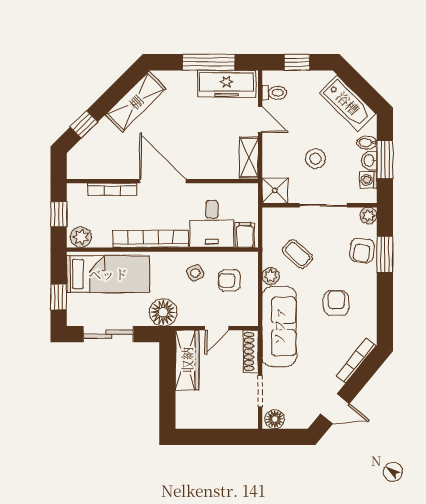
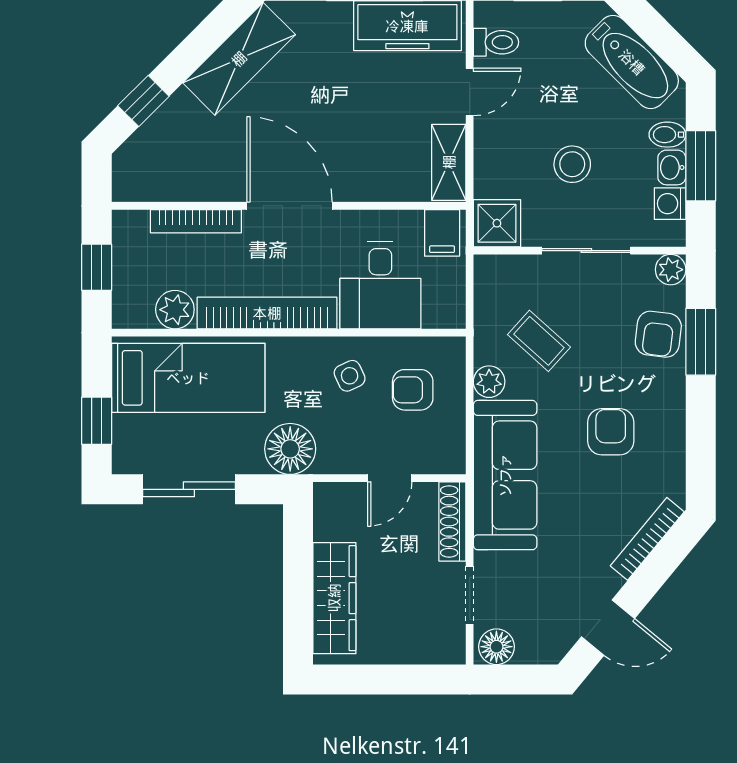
door: (260, 120) -> (470, 92), hinge flipped
filing cabinet: (245, 235) -> (442, 233), moved, turned 180
plant: (81, 237) -> (175, 310), moved
wardrobe: (187, 360) -> (334, 598), moved

